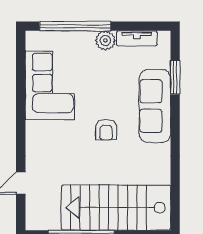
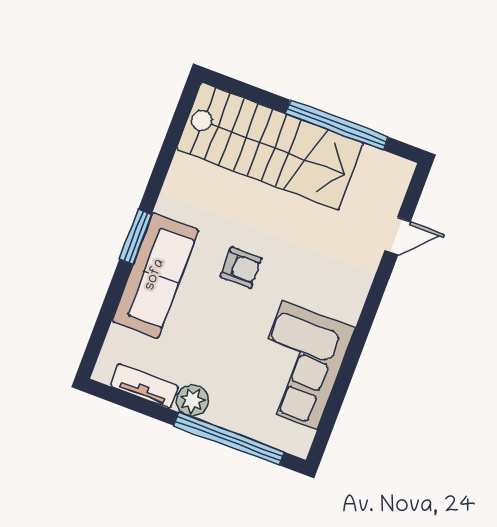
window: (175, 77) -> (136, 237), moved
armchair: (106, 130) -> (241, 267), turned 90

